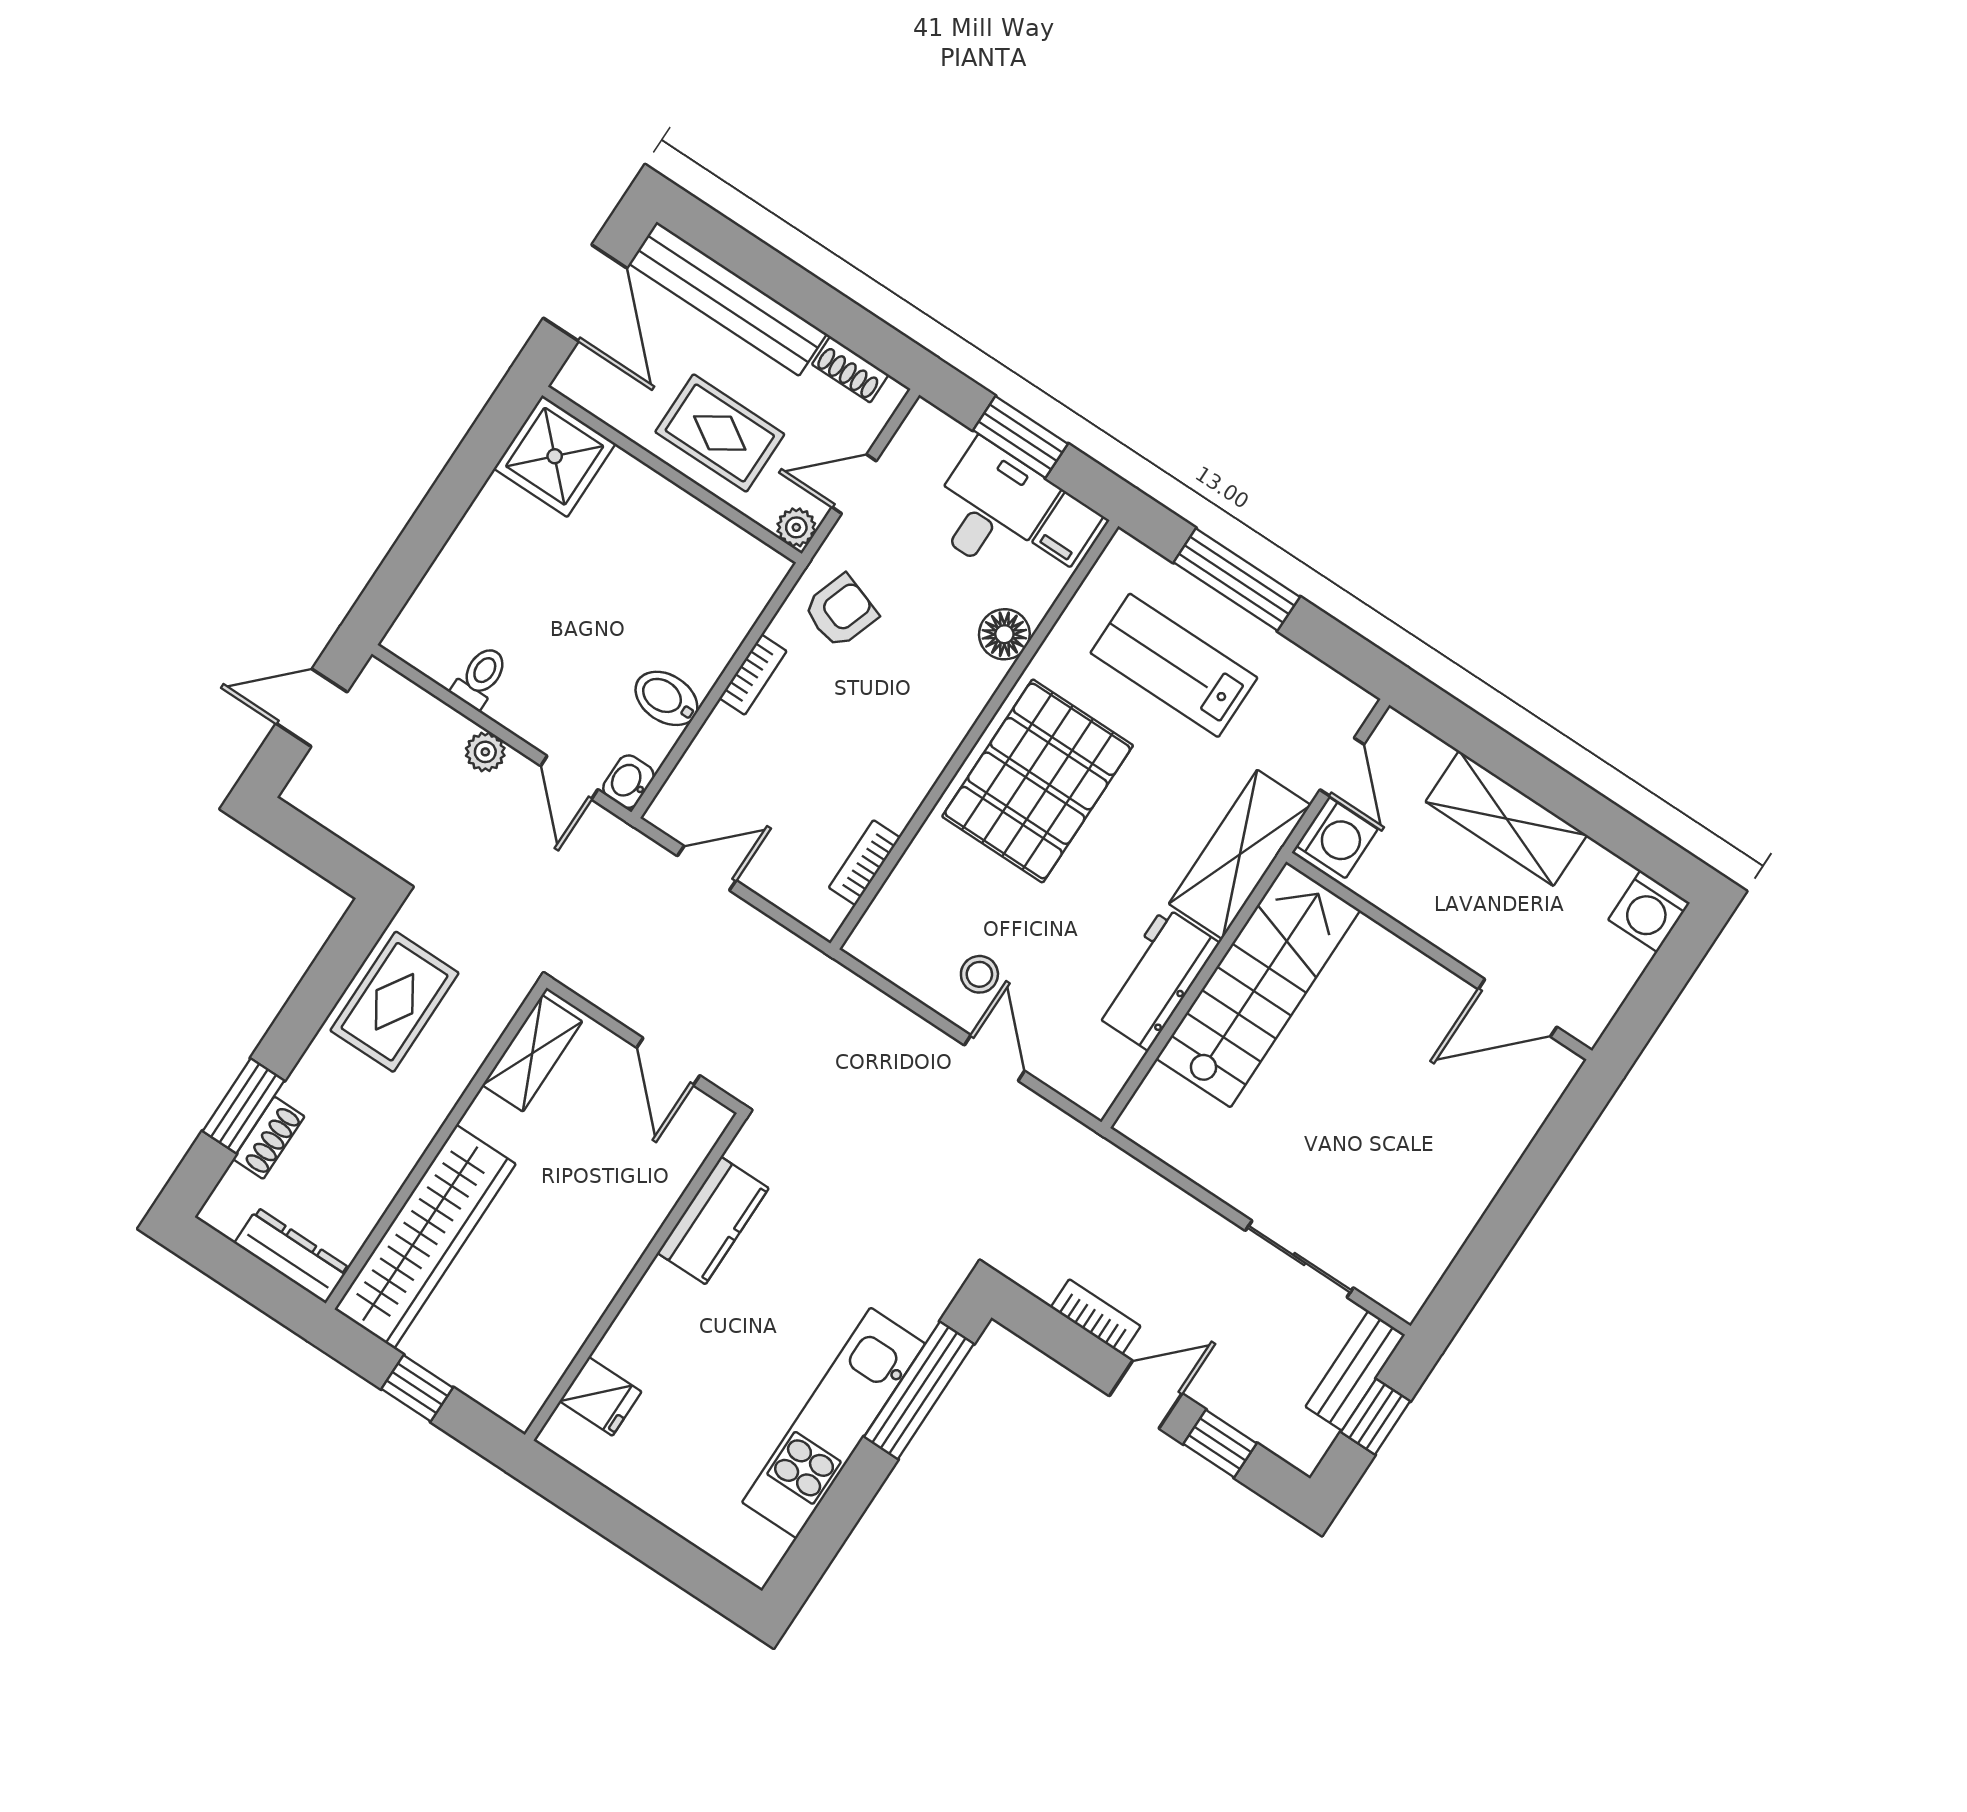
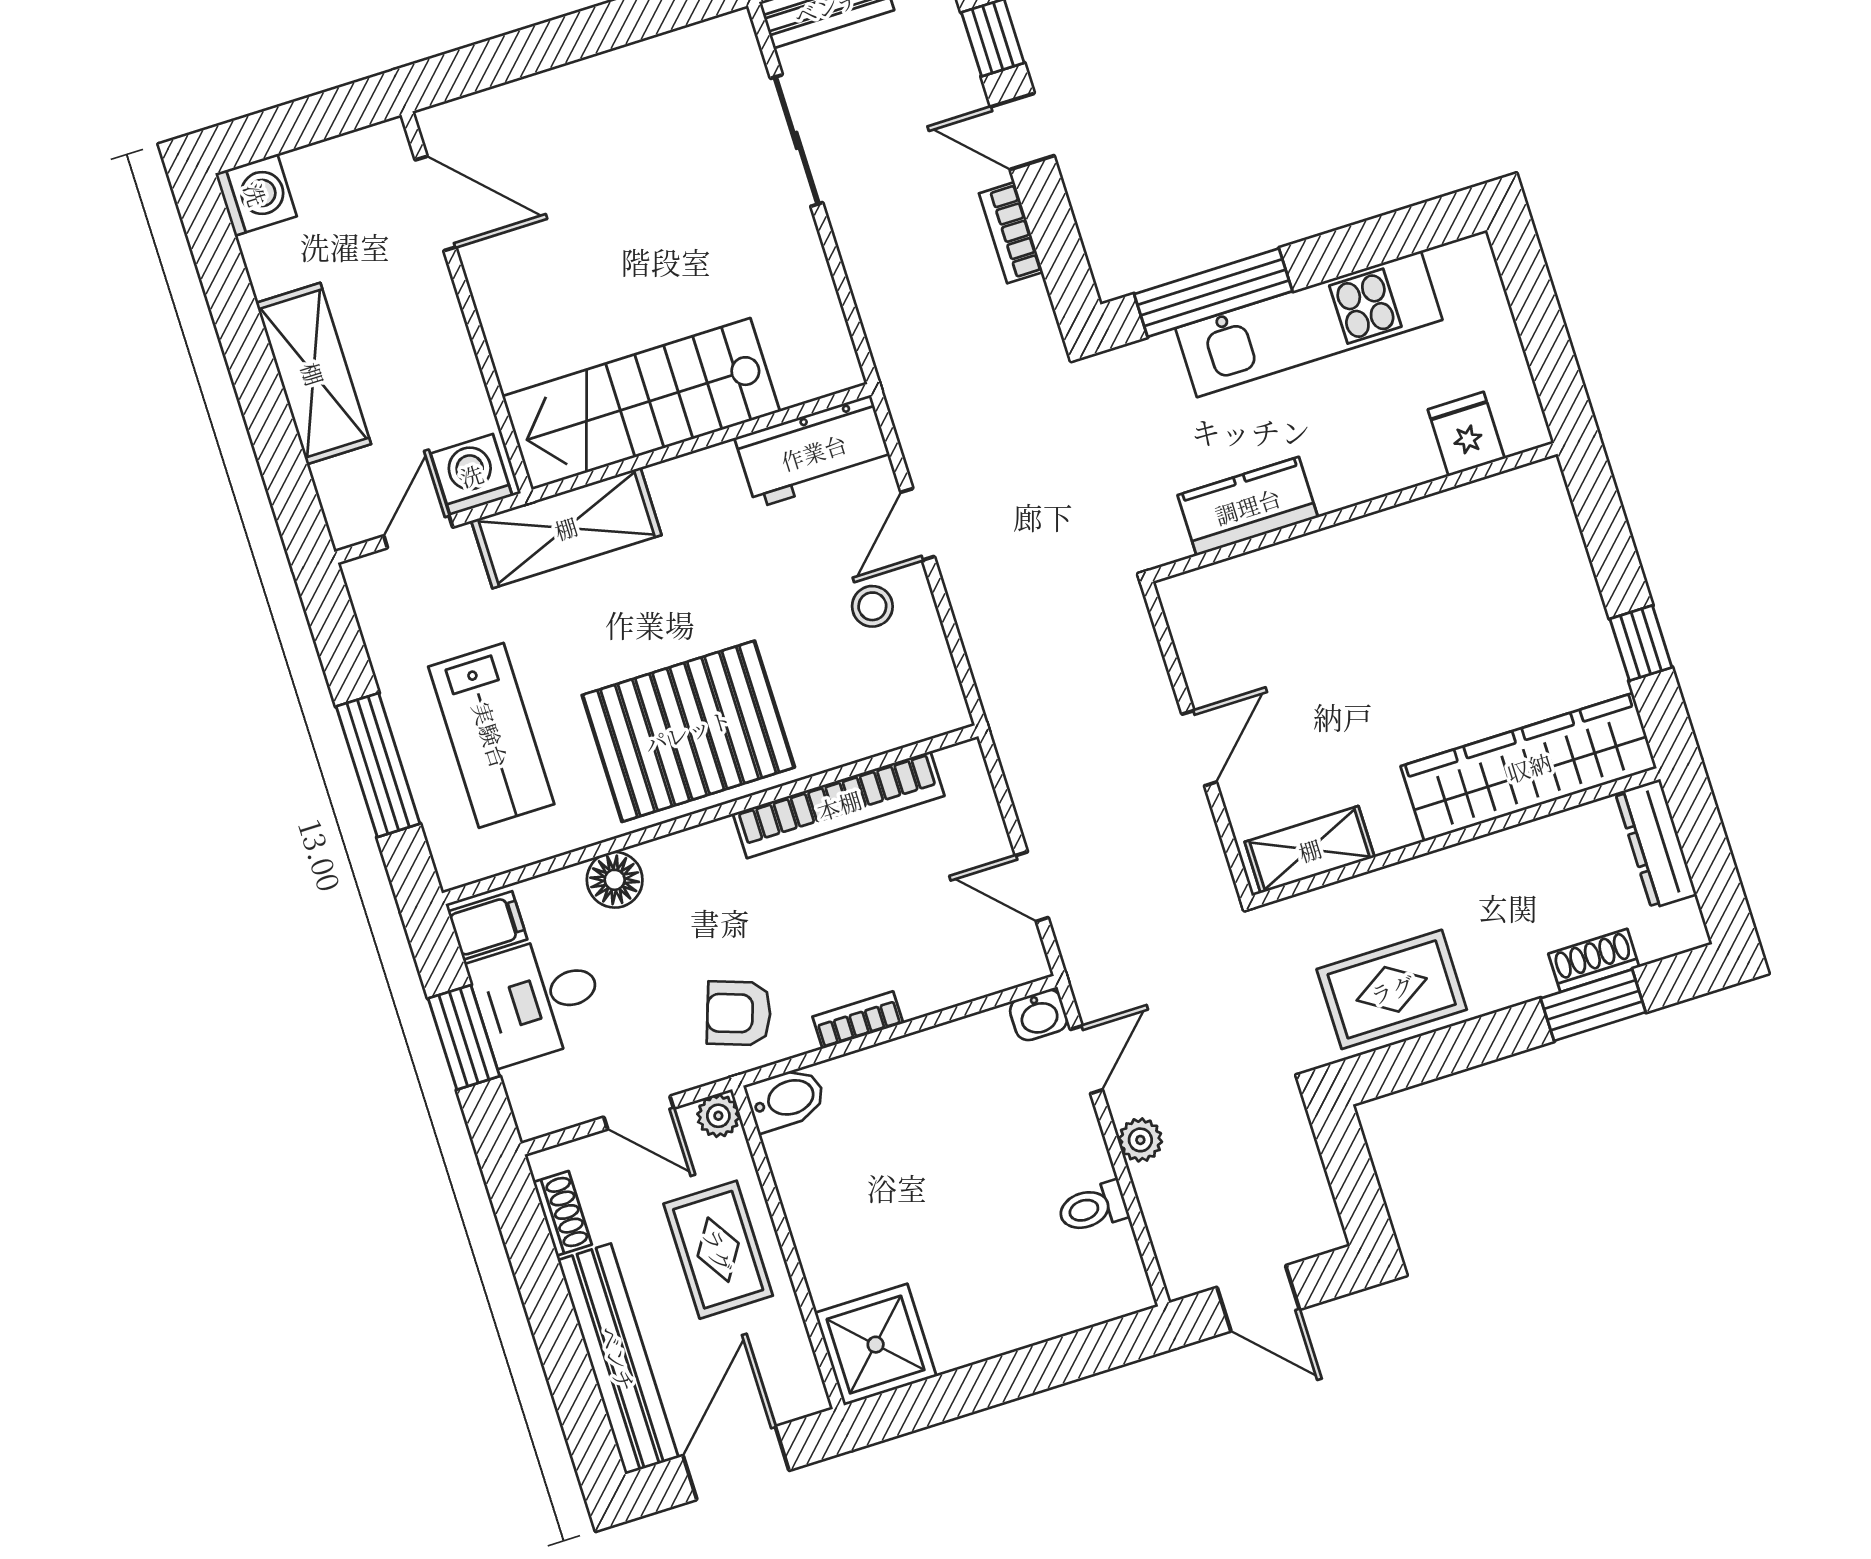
bidet: (666, 698) -> (786, 1099), moved, turned -90
bookcase: (865, 863) -> (839, 805), width x2.31, depth x1.31
workbench: (1156, 979) -> (814, 452), moved
kitchen counter: (713, 1221) -> (1248, 506), moved
wall: (635, 1277) -> (1353, 512), moved
fridge: (601, 1396) -> (1466, 434), moved

